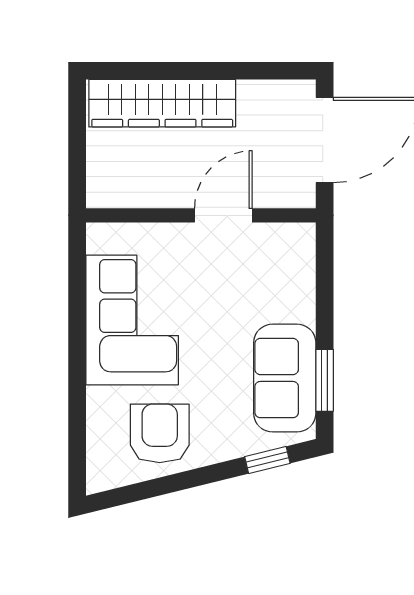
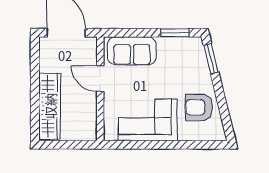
sofa: (285, 378) -> (132, 51), moved
window: (267, 460) -> (211, 59), width x1.50

